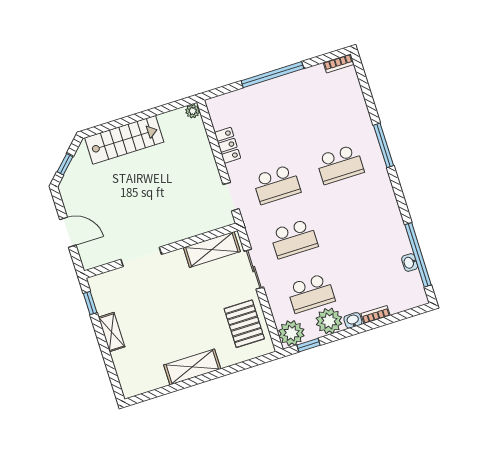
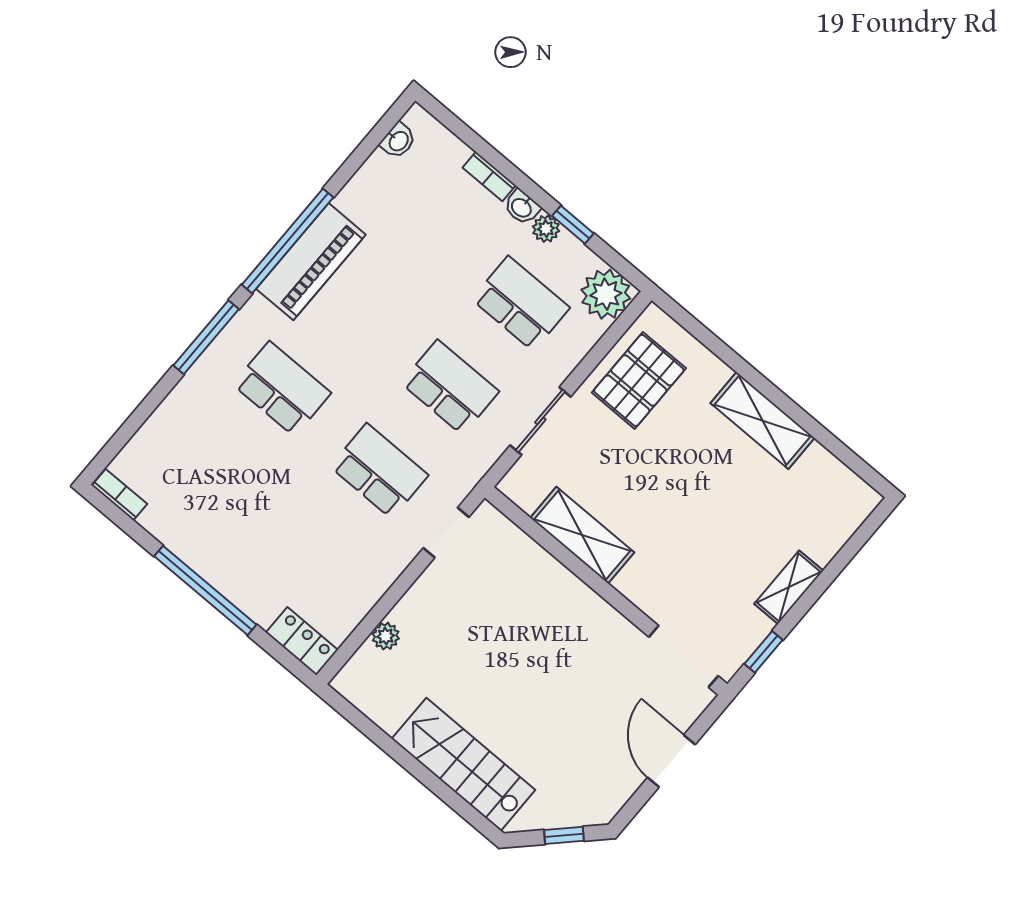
plant: (193, 111) -> (386, 636), moved
locker: (228, 145) -> (302, 641), moved, turned 90
piano: (388, 212) -> (311, 262), added
shelving: (212, 250) -> (582, 535), moved
window: (418, 255) -> (288, 241), moved
doorway: (141, 257) -> (684, 656), moved
washbasin: (410, 262) -> (398, 141), moved
plant: (329, 321) -> (546, 229), width x0.53, depth x0.53
window: (309, 345) -> (573, 225), moved

